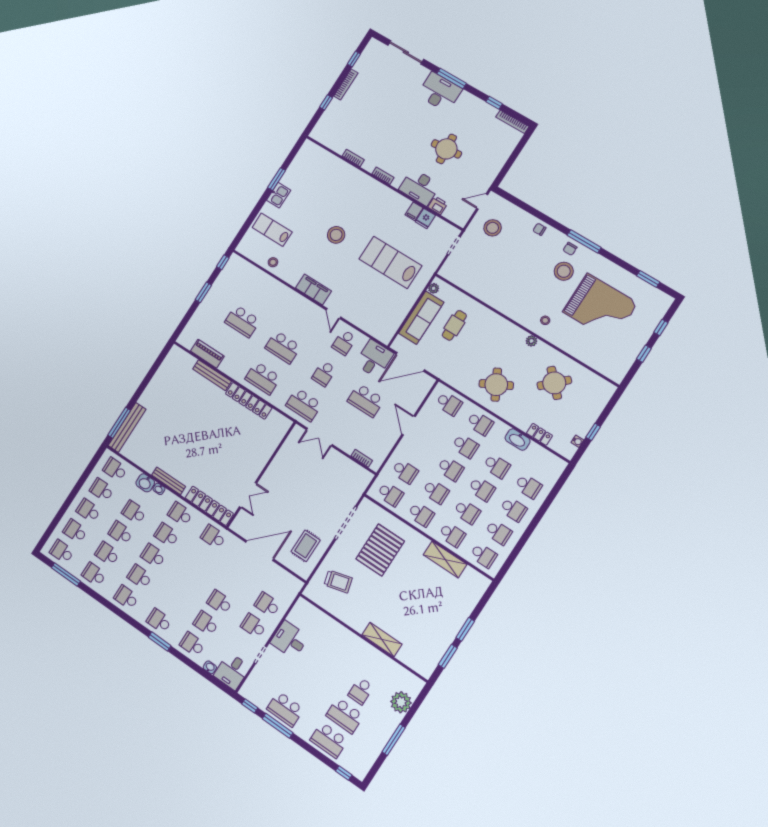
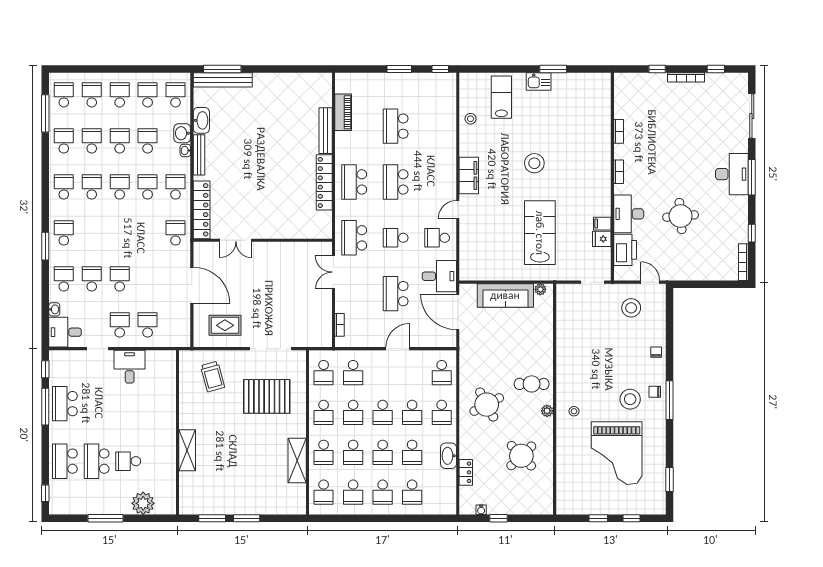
printer: (438, 205) -> (625, 250), width x1.87, depth x1.48
cafe table: (454, 325) -> (532, 384), moved
washbasin: (145, 462) -> (201, 120), added

